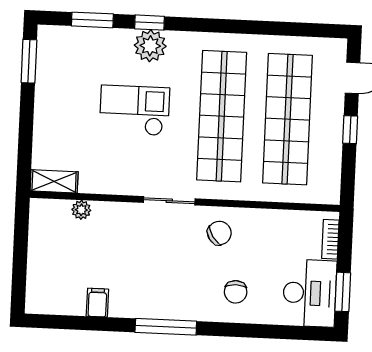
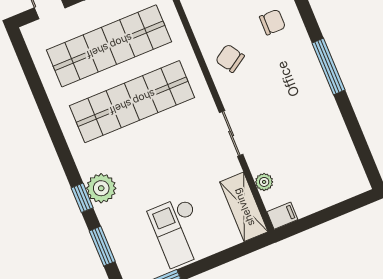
checkout: (134, 110) -> (179, 232), moved
shelving: (54, 181) -> (244, 207), width x1.50, depth x1.33
sliding door: (169, 201) -> (231, 134), moved
filing cabinet: (97, 303) -> (282, 216), moved, turned 180

